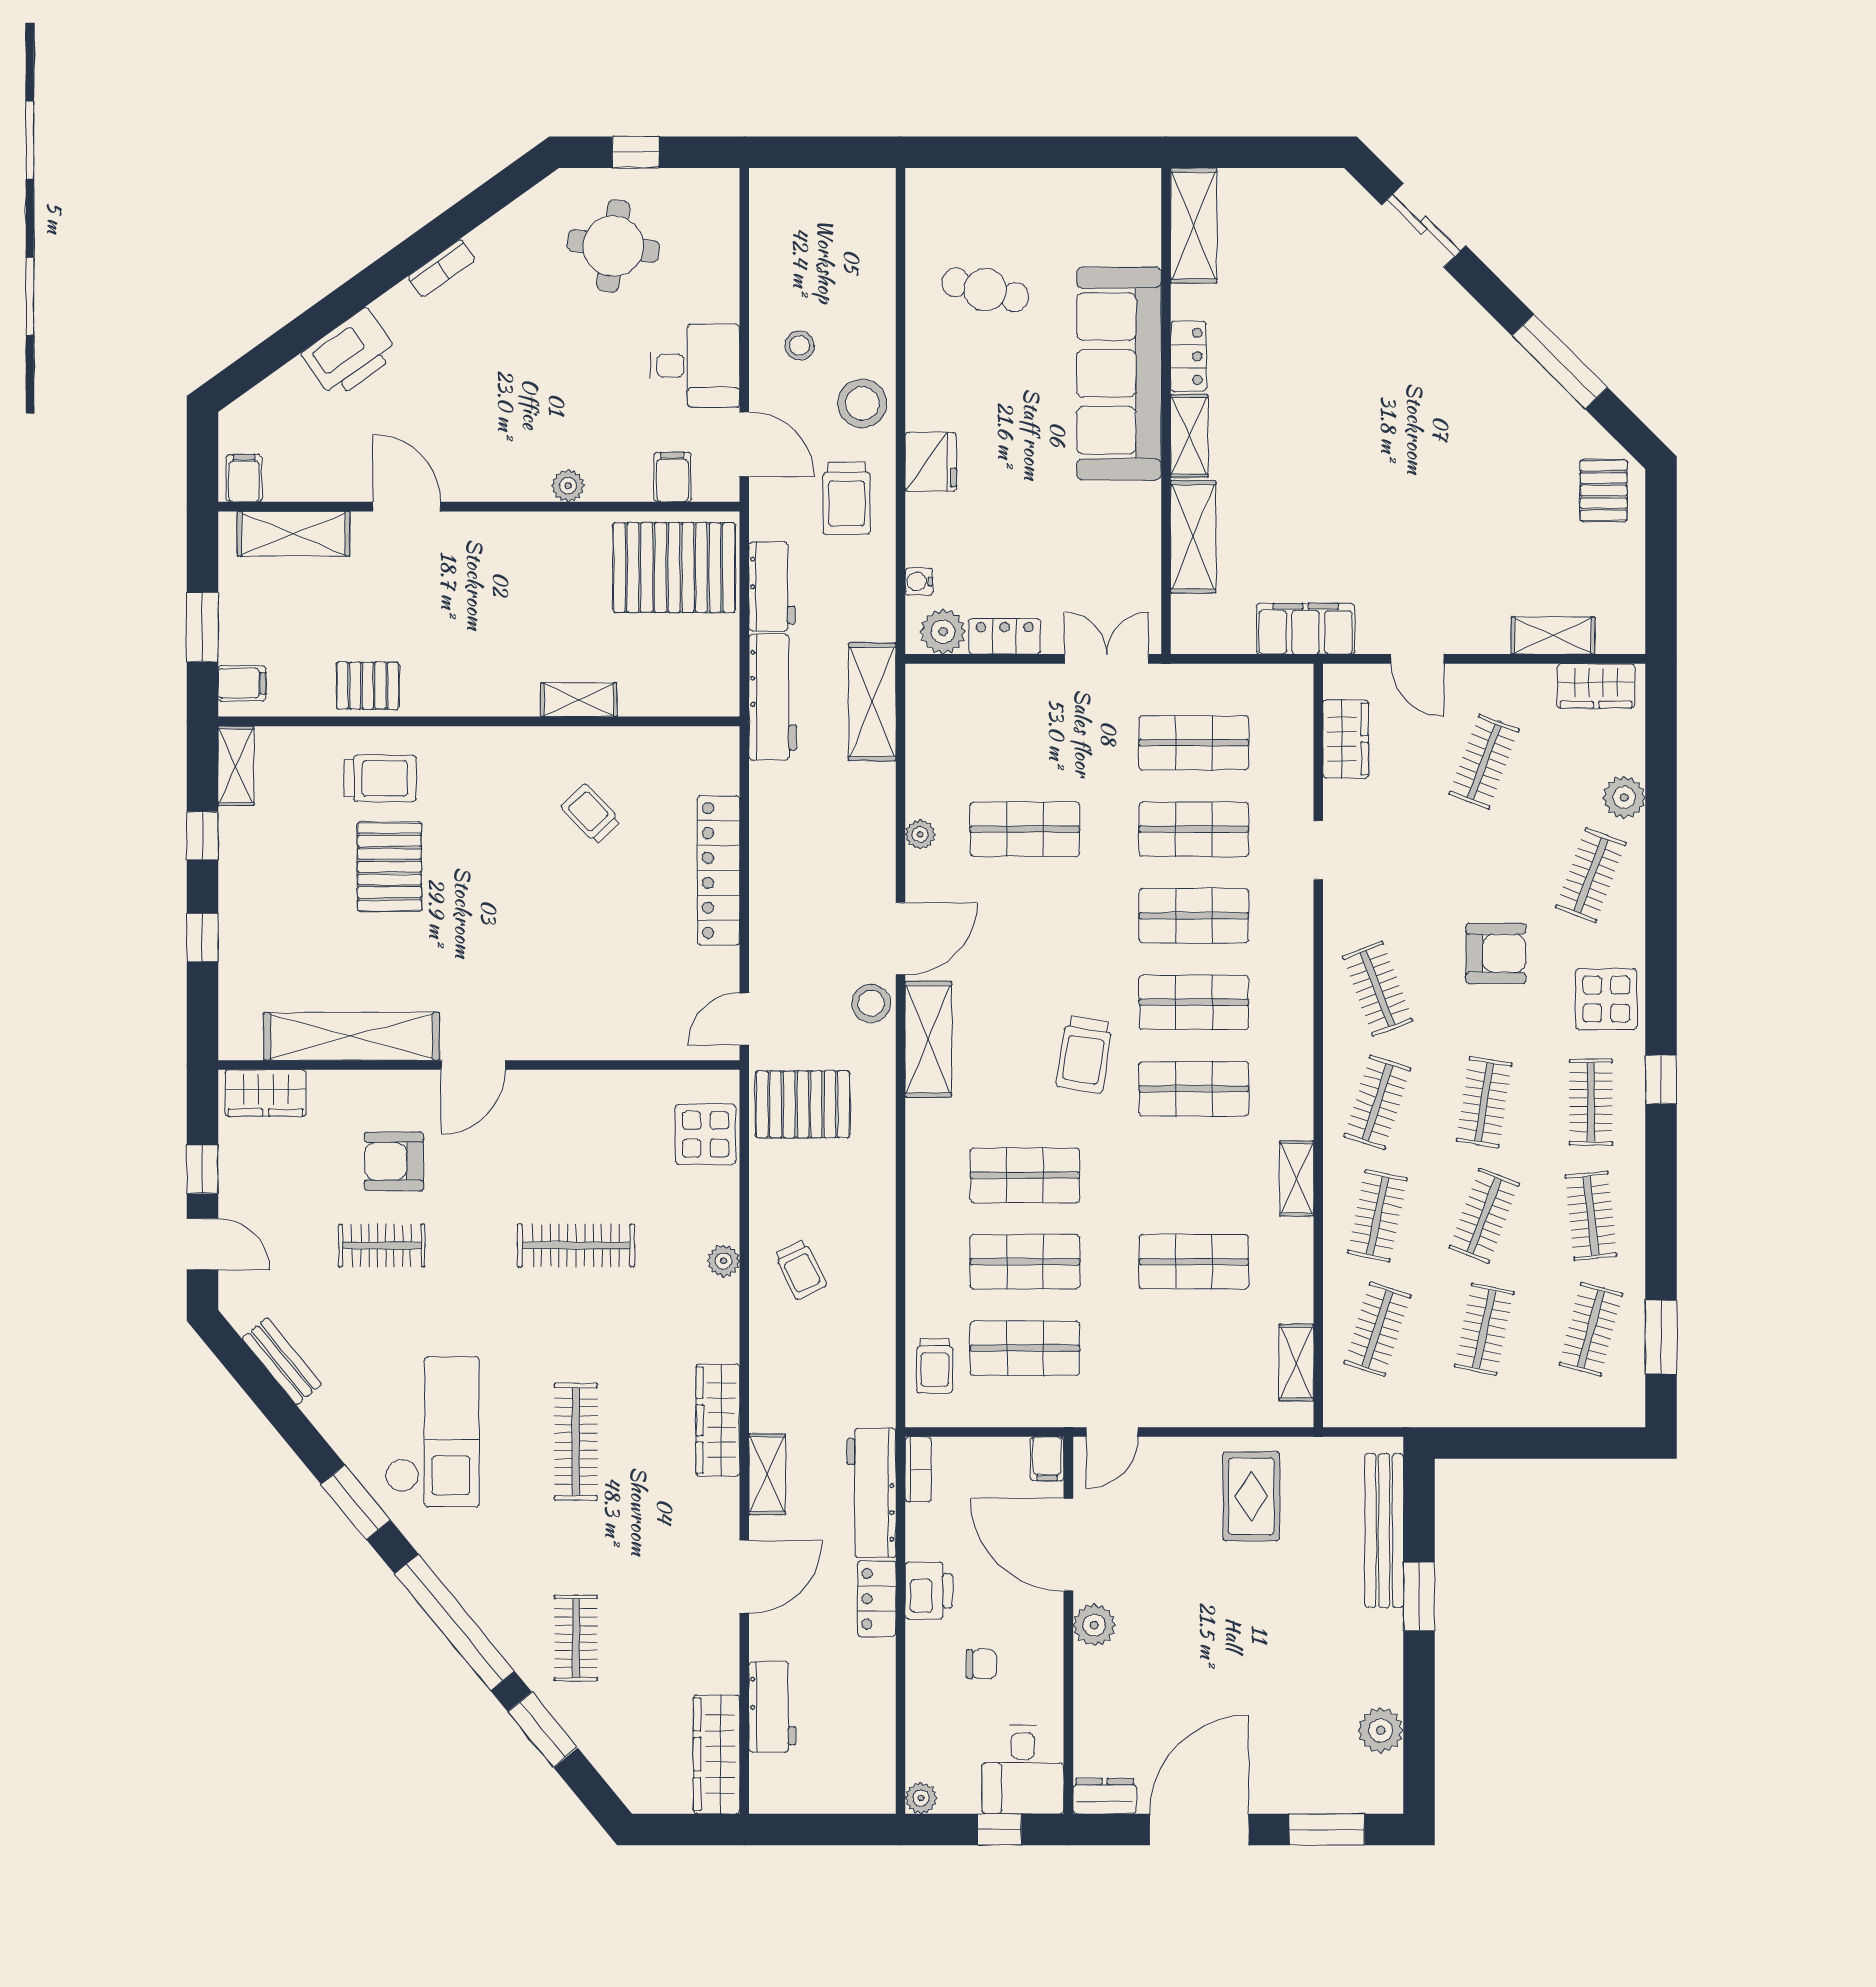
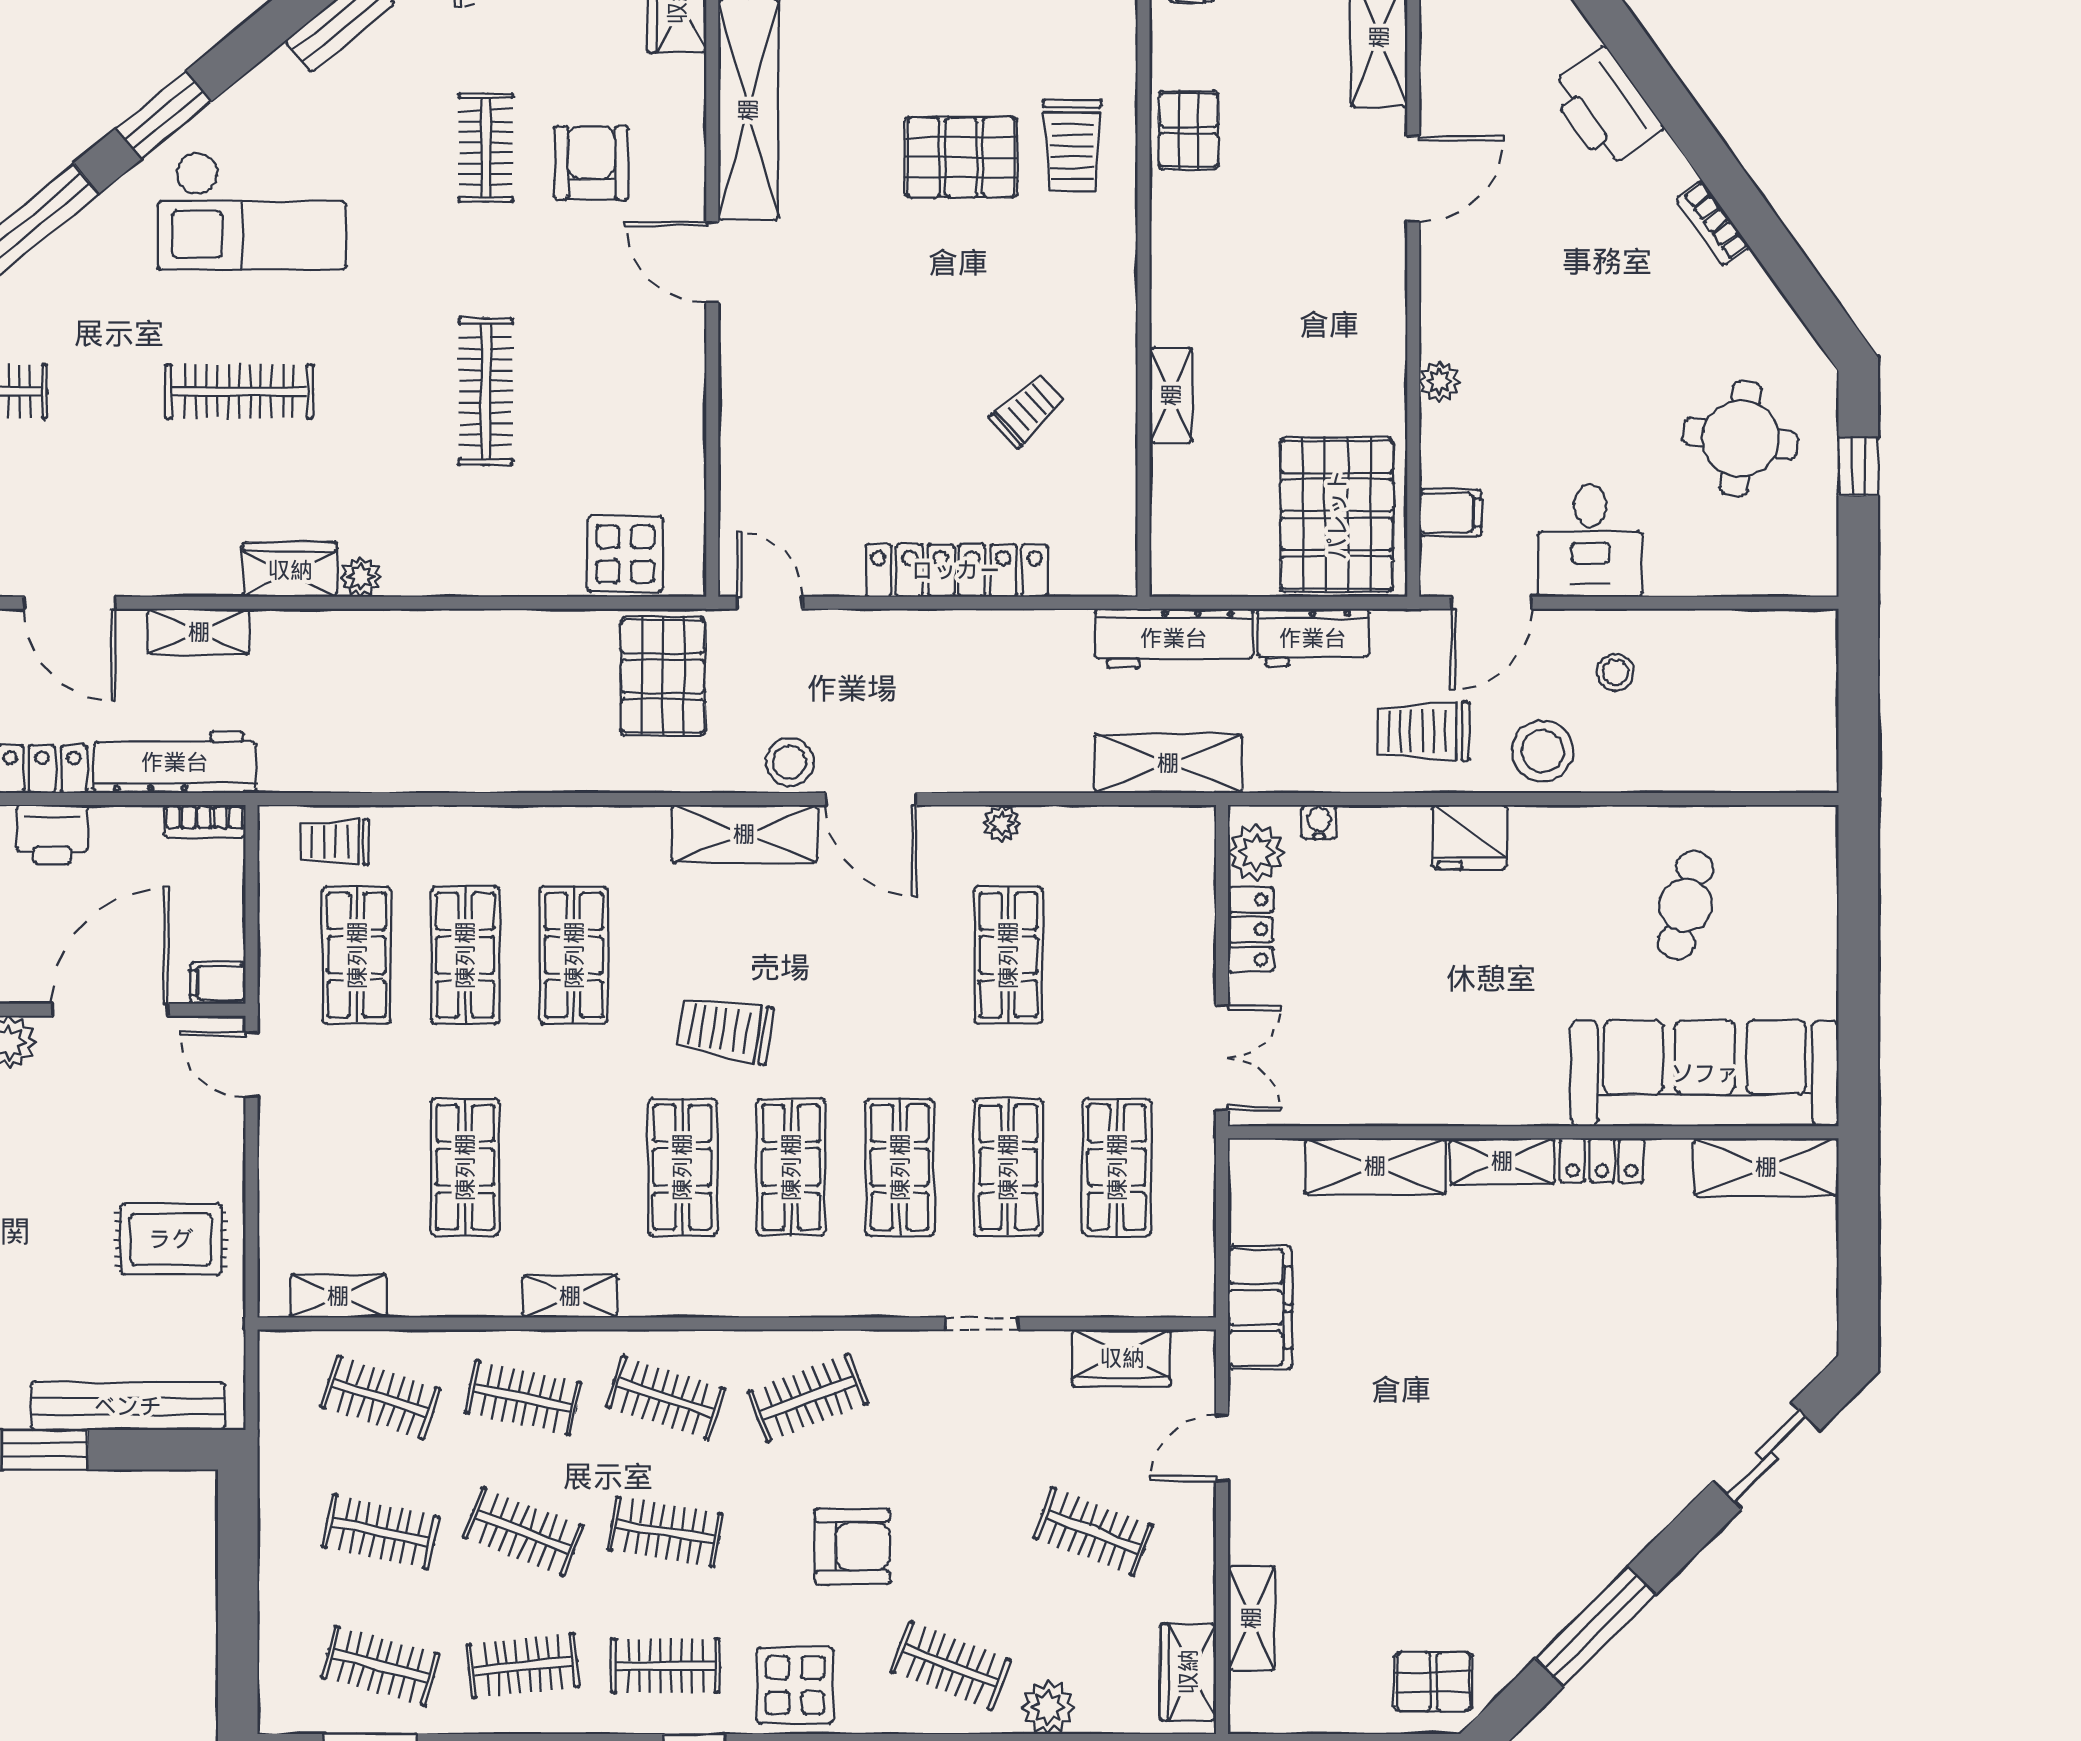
sofa: (1119, 373) -> (1705, 1073), moved
armchair: (1496, 953) -> (852, 1546), turned -90
plant: (724, 1261) -> (361, 577), moved
trolley: (801, 1270) -> (455, 673), removed
wardrobe: (718, 1420) -> (290, 570), width x0.67

